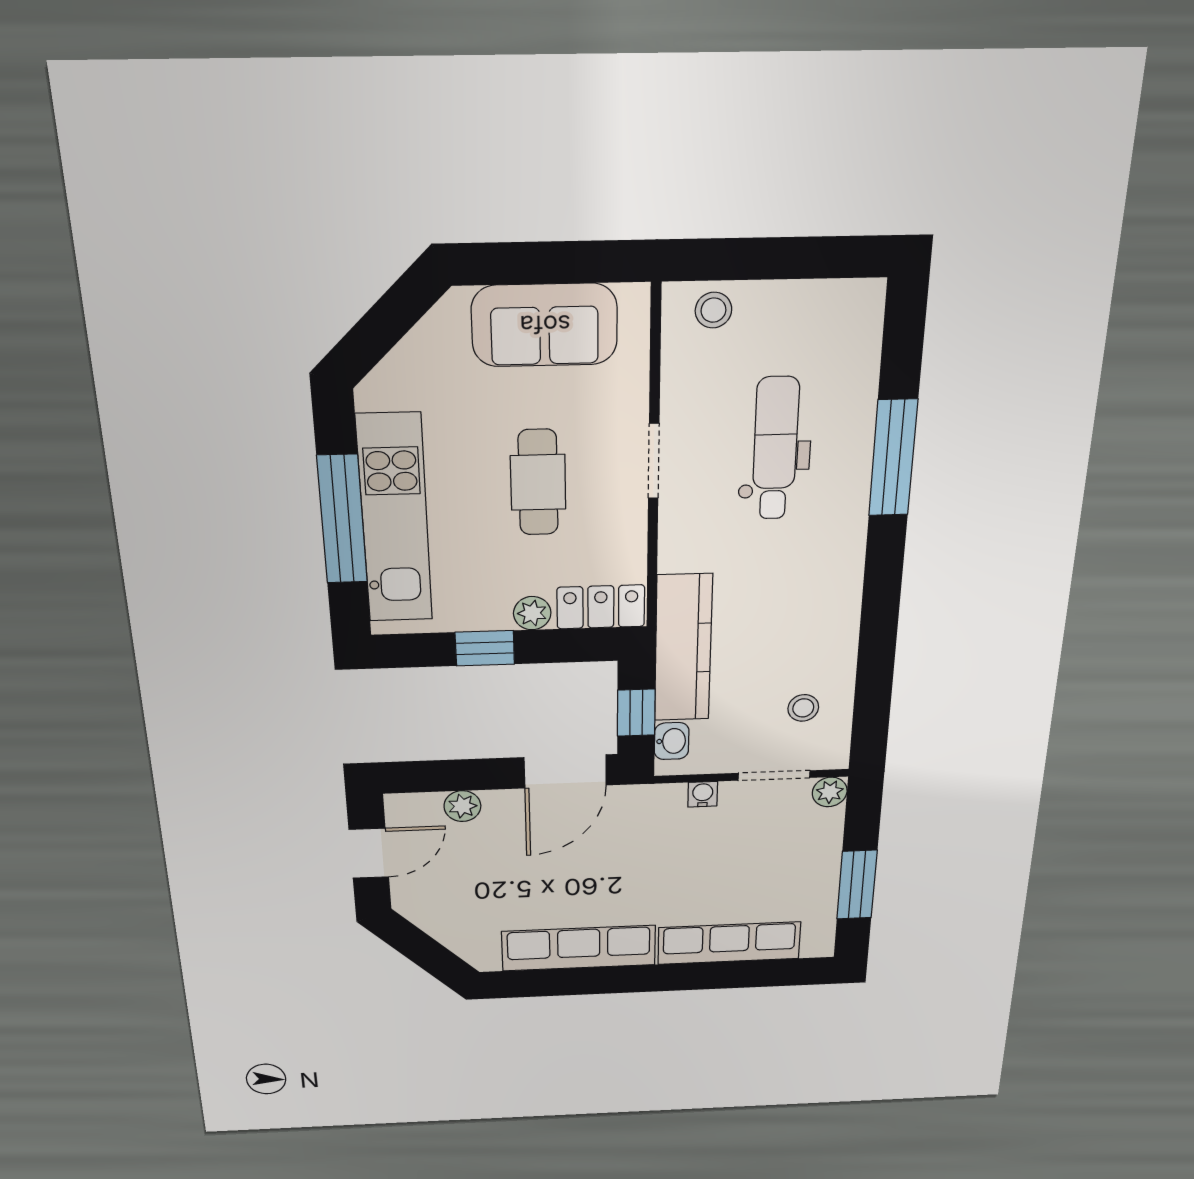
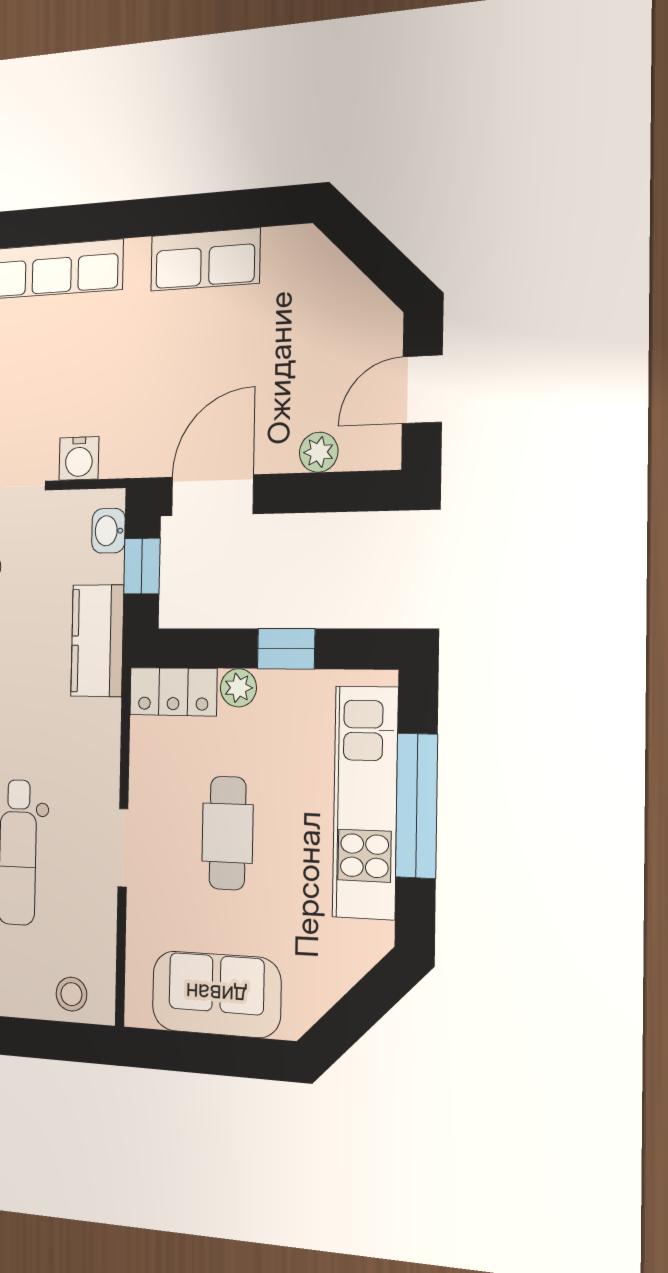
kitchen counter: (683, 648) -> (97, 641), width x0.67
water cooler: (703, 794) -> (79, 458), width x1.38, depth x1.38
row of seats: (579, 948) -> (205, 260), width x0.68

